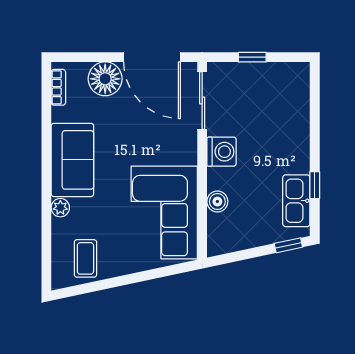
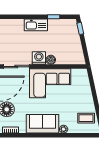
kitchen sink: (296, 201) -> (36, 25), moved
boiler: (217, 202) -> (51, 60), moved
corner sofa: (164, 212) -> (50, 83), moved

